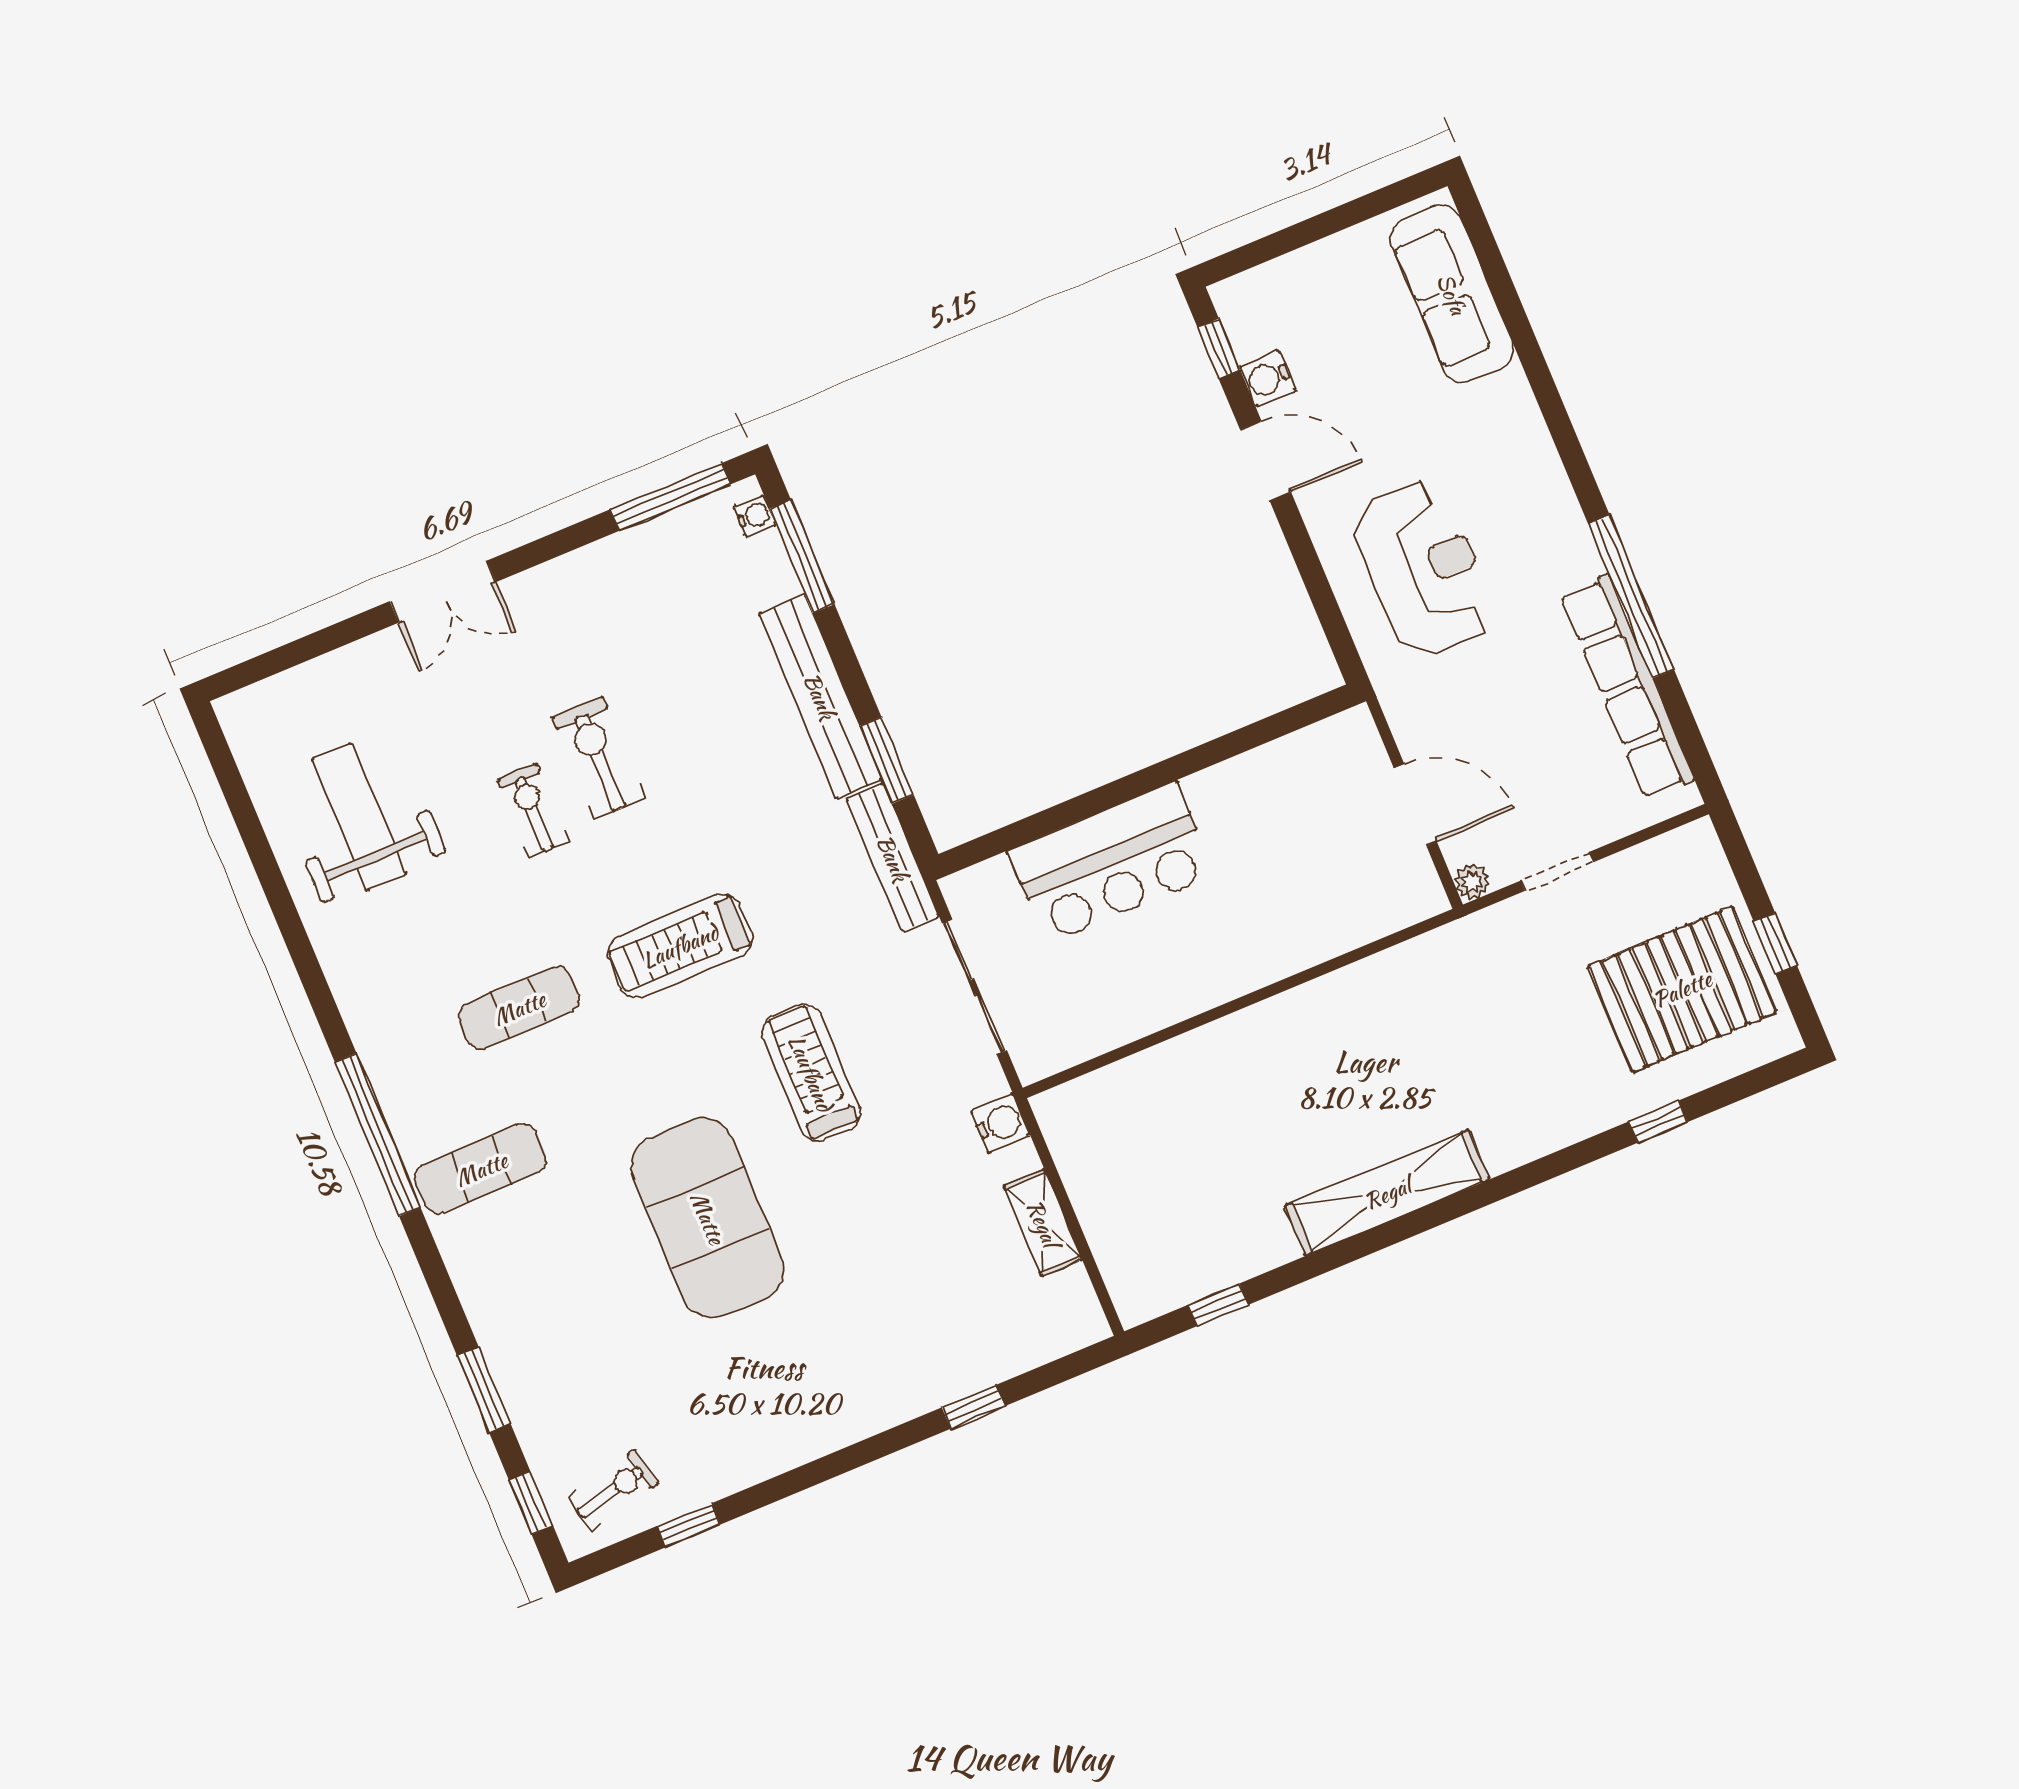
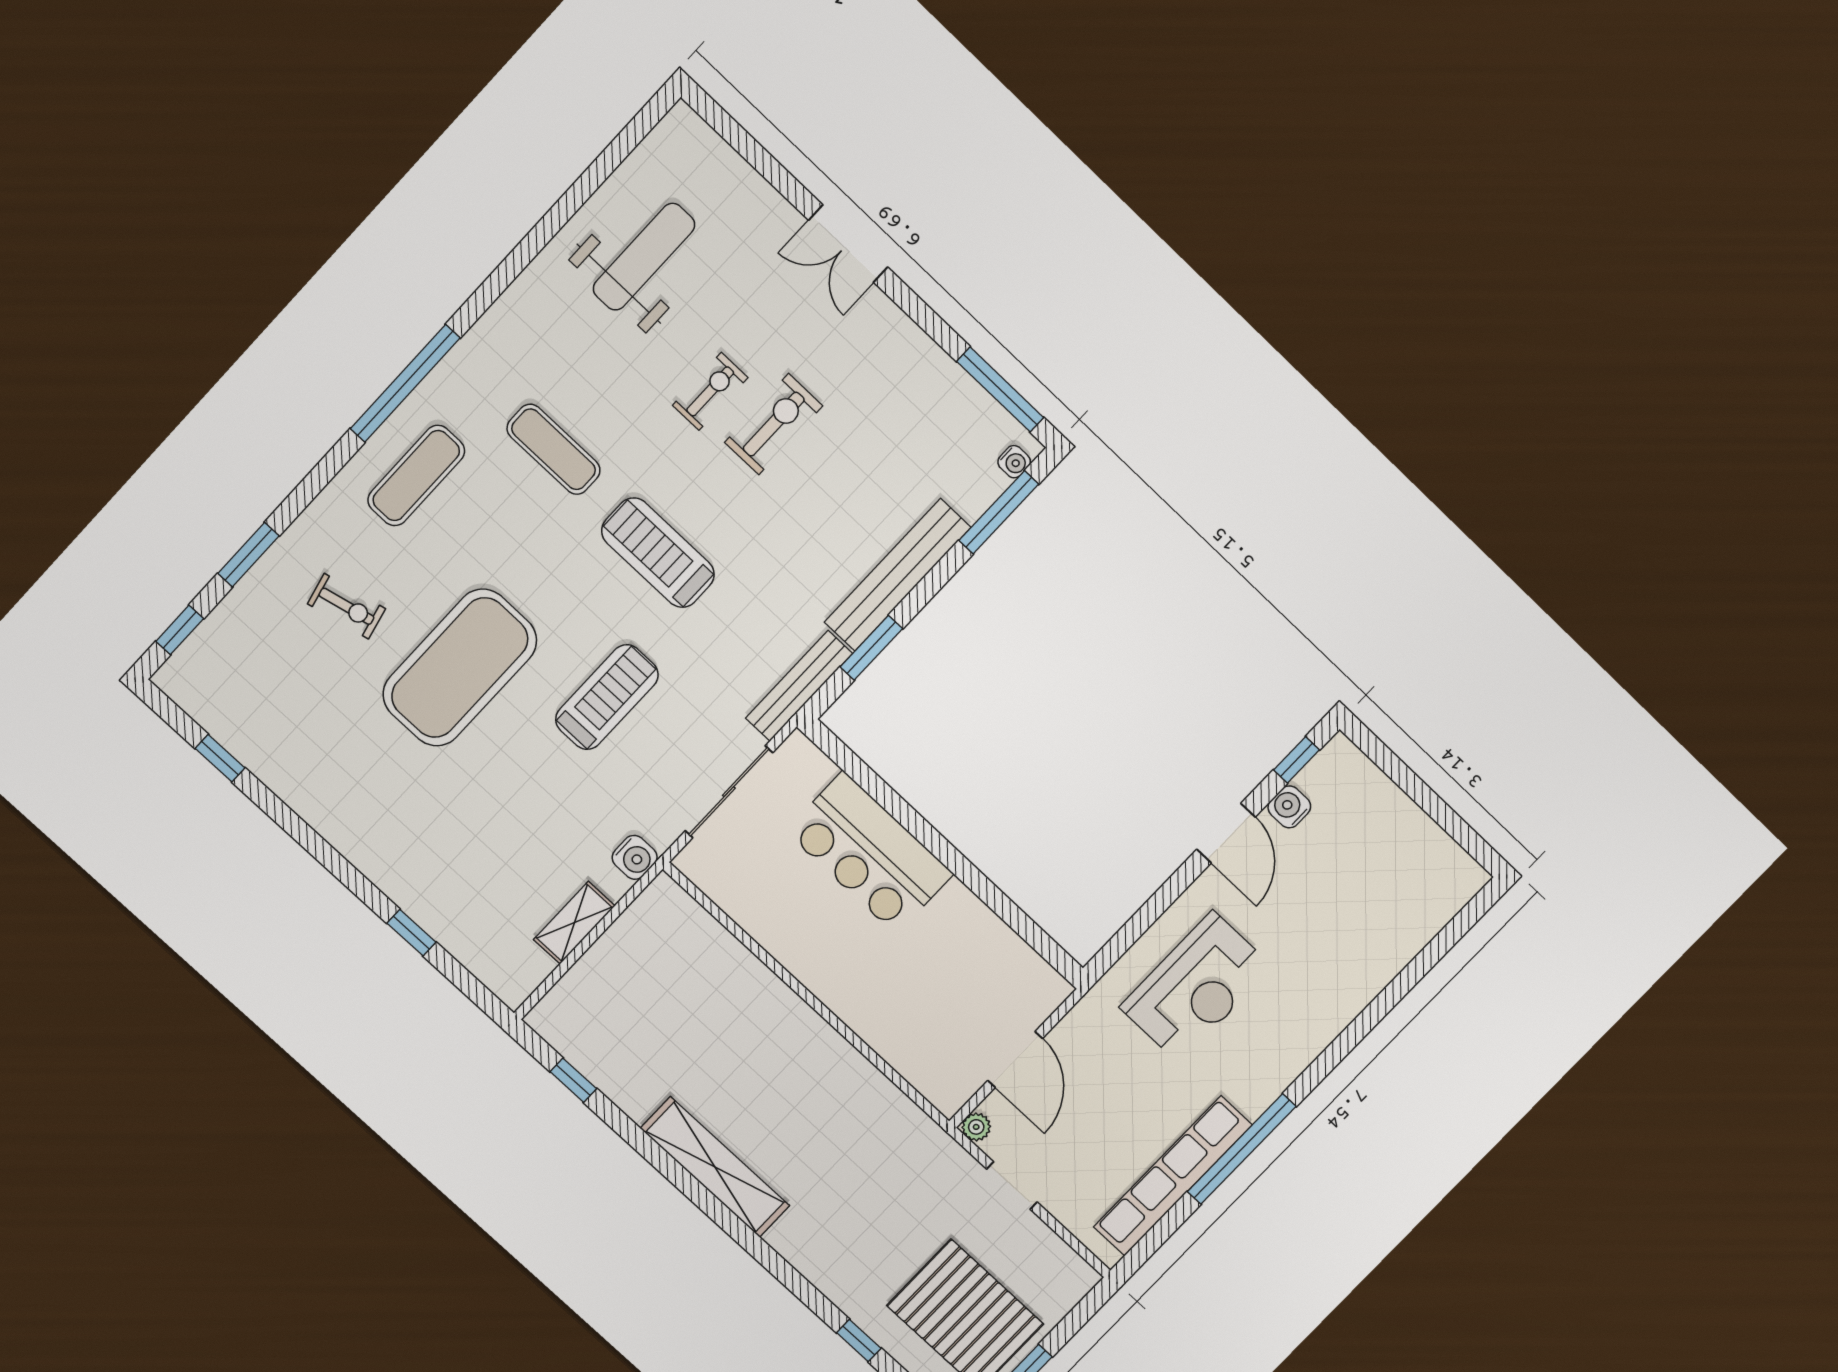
sofa: (1452, 294) -> (1413, 916), removed
exercise mat: (481, 1169) -> (416, 476), turned 90
exercise bike: (613, 1490) -> (347, 606), moved

